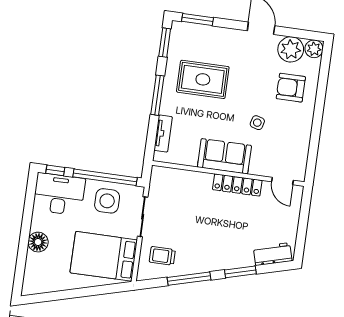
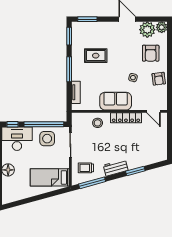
rug: (203, 79) -> (96, 56), width x0.73, depth x0.70
armchair: (291, 88) -> (151, 53), turned -90
armchair: (298, 130) -> (159, 79), added
stool: (191, 187) -> (98, 123), added
workbench: (273, 254) -> (116, 168), moved
bed: (104, 256) -> (50, 177), width x0.67
window: (189, 279) -> (92, 183), moved

